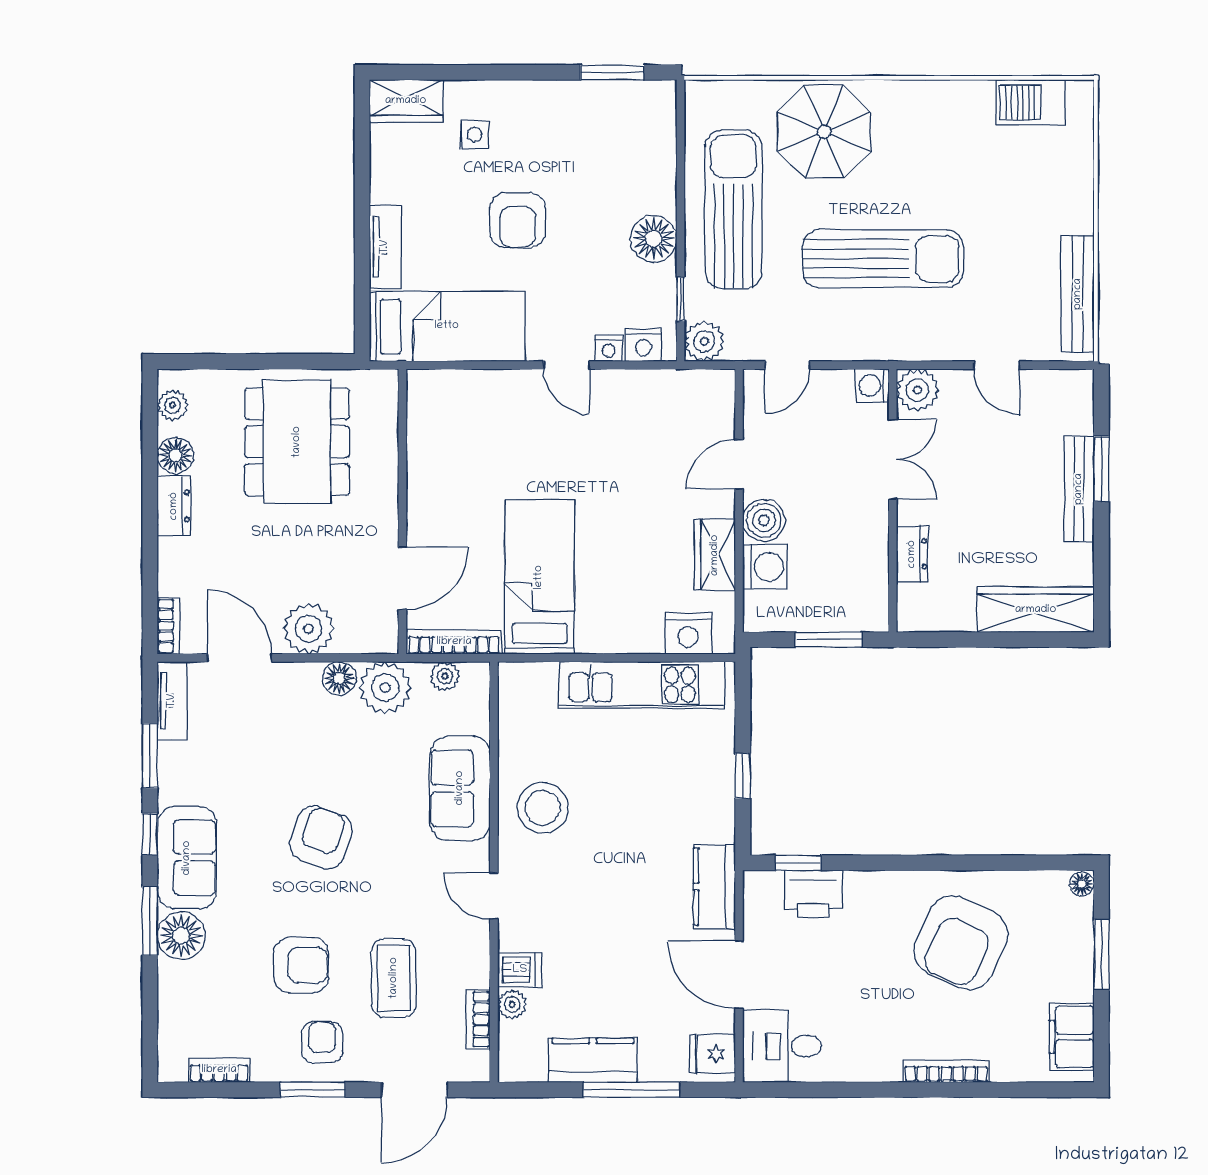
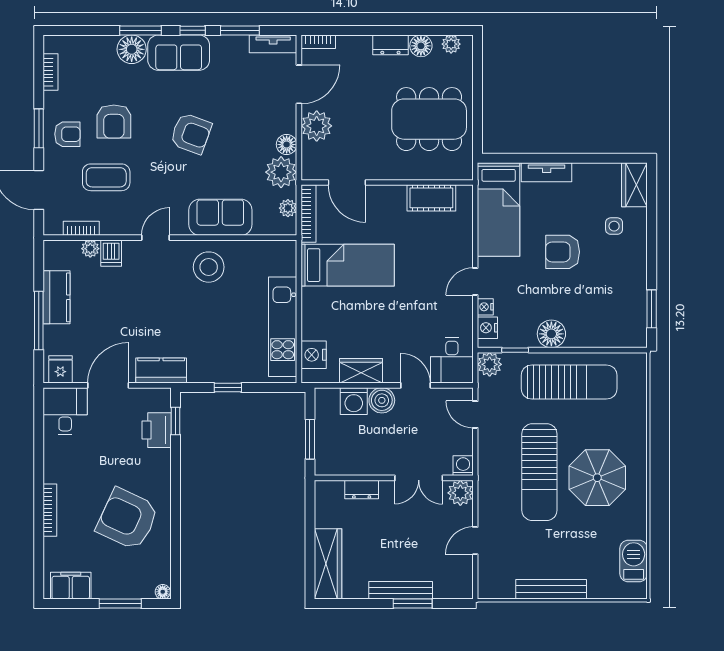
parasol: (824, 132) -> (597, 478), moved
bench: (1078, 294) -> (551, 589), moved
desk: (698, 404) -> (452, 360), added
cot: (428, 438) -> (431, 198), added

